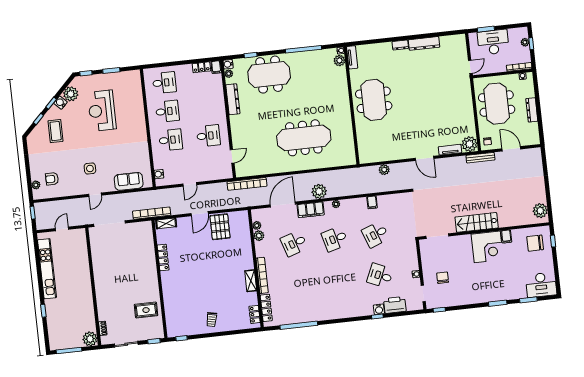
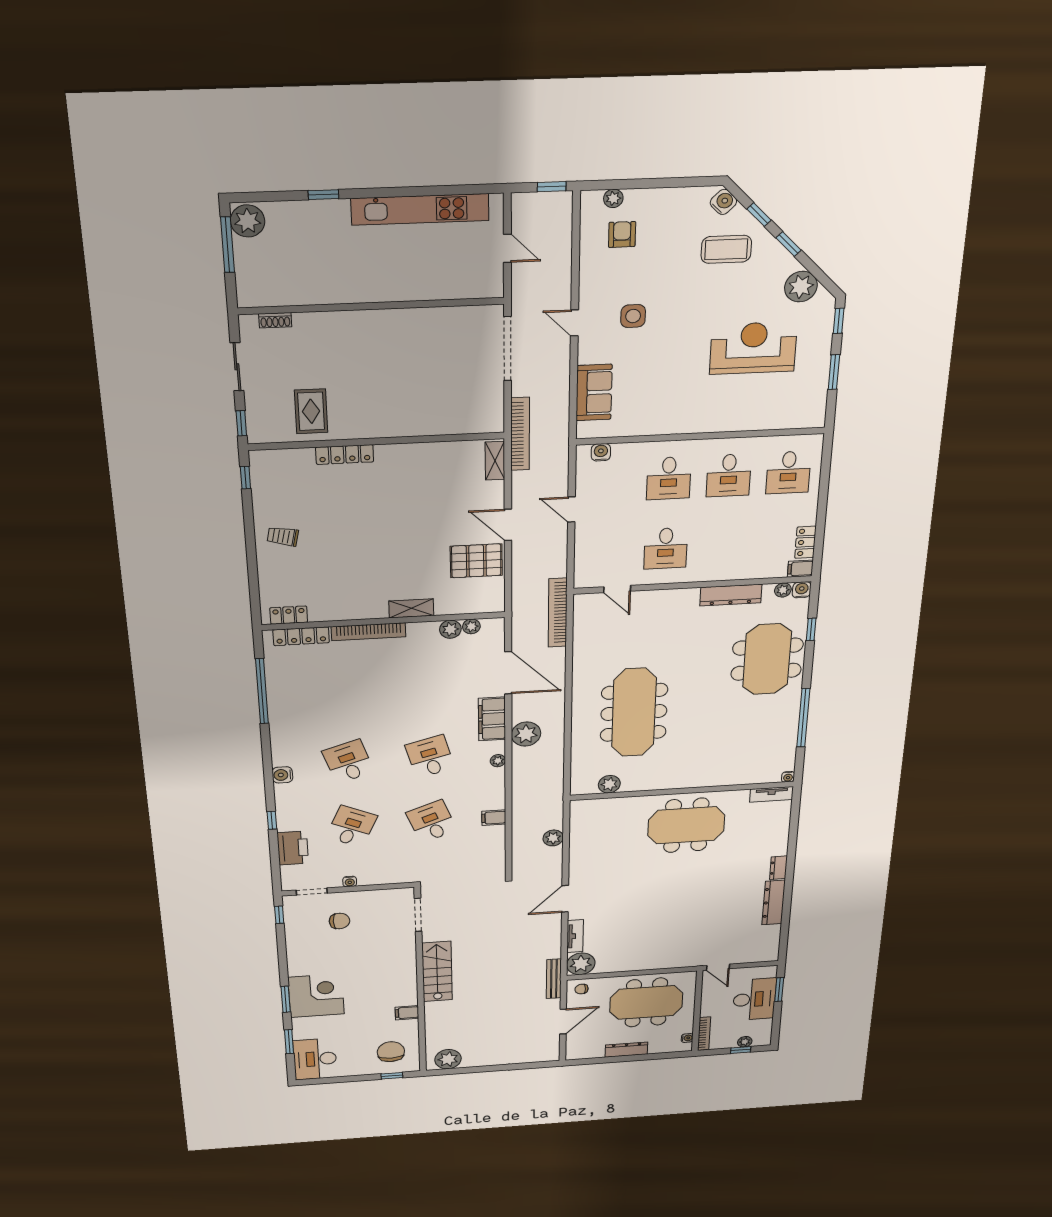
plant: (339, 61) -> (609, 784), moved
water cooler: (60, 103) -> (723, 202), moved
desk: (294, 243) -> (348, 761), moved
corner desk: (487, 247) -> (316, 996), moved, turned 180
locker: (163, 258) -> (345, 455), moved
shelving: (251, 281) -> (411, 608), moved
water cooler: (379, 309) -> (282, 775), moved
plant: (90, 339) -> (248, 221), moved

